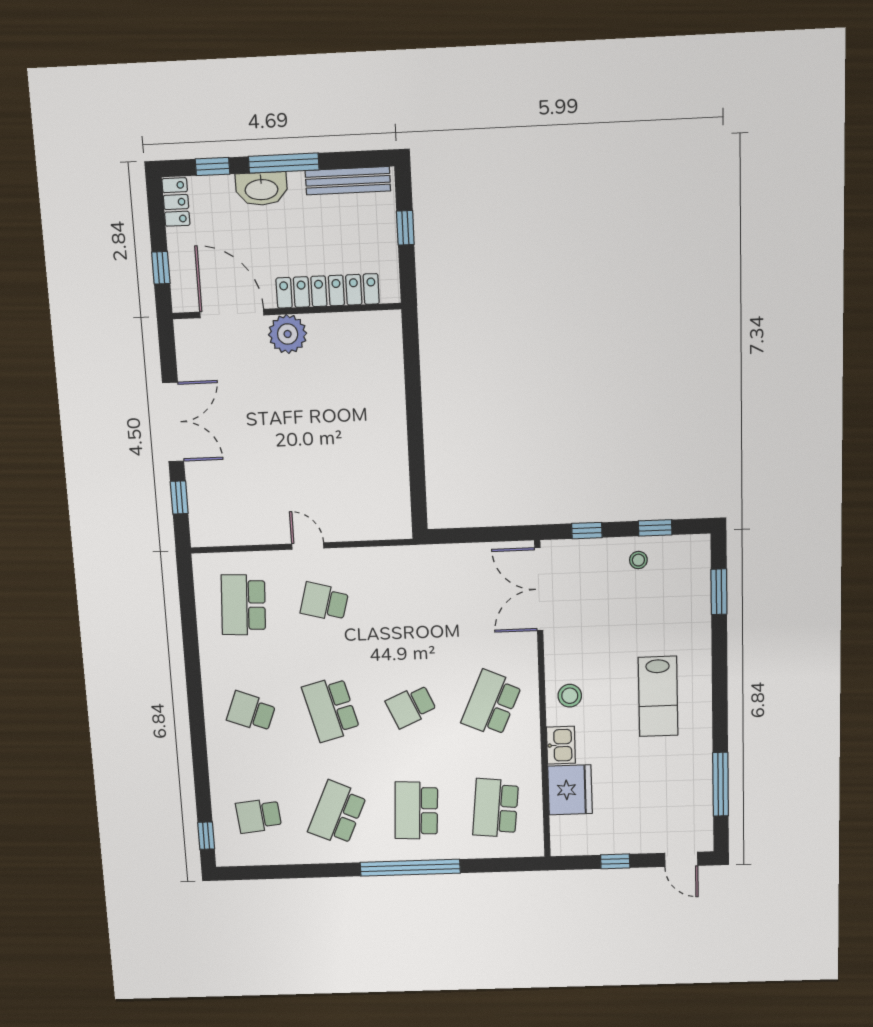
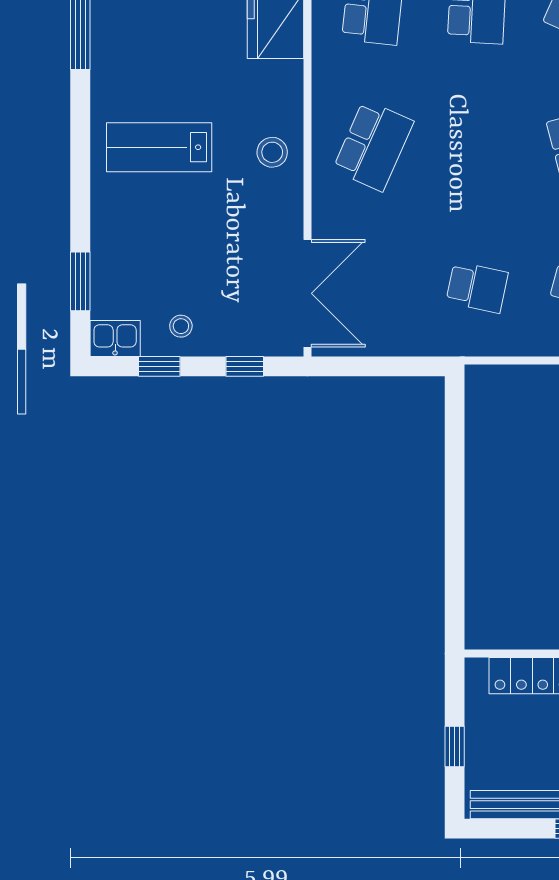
lab bench: (658, 696) -> (159, 147), turned -90
school desk: (411, 706) -> (477, 287), moved, turned 36
kitchen sink: (561, 745) -> (115, 338), moved, turned 90

